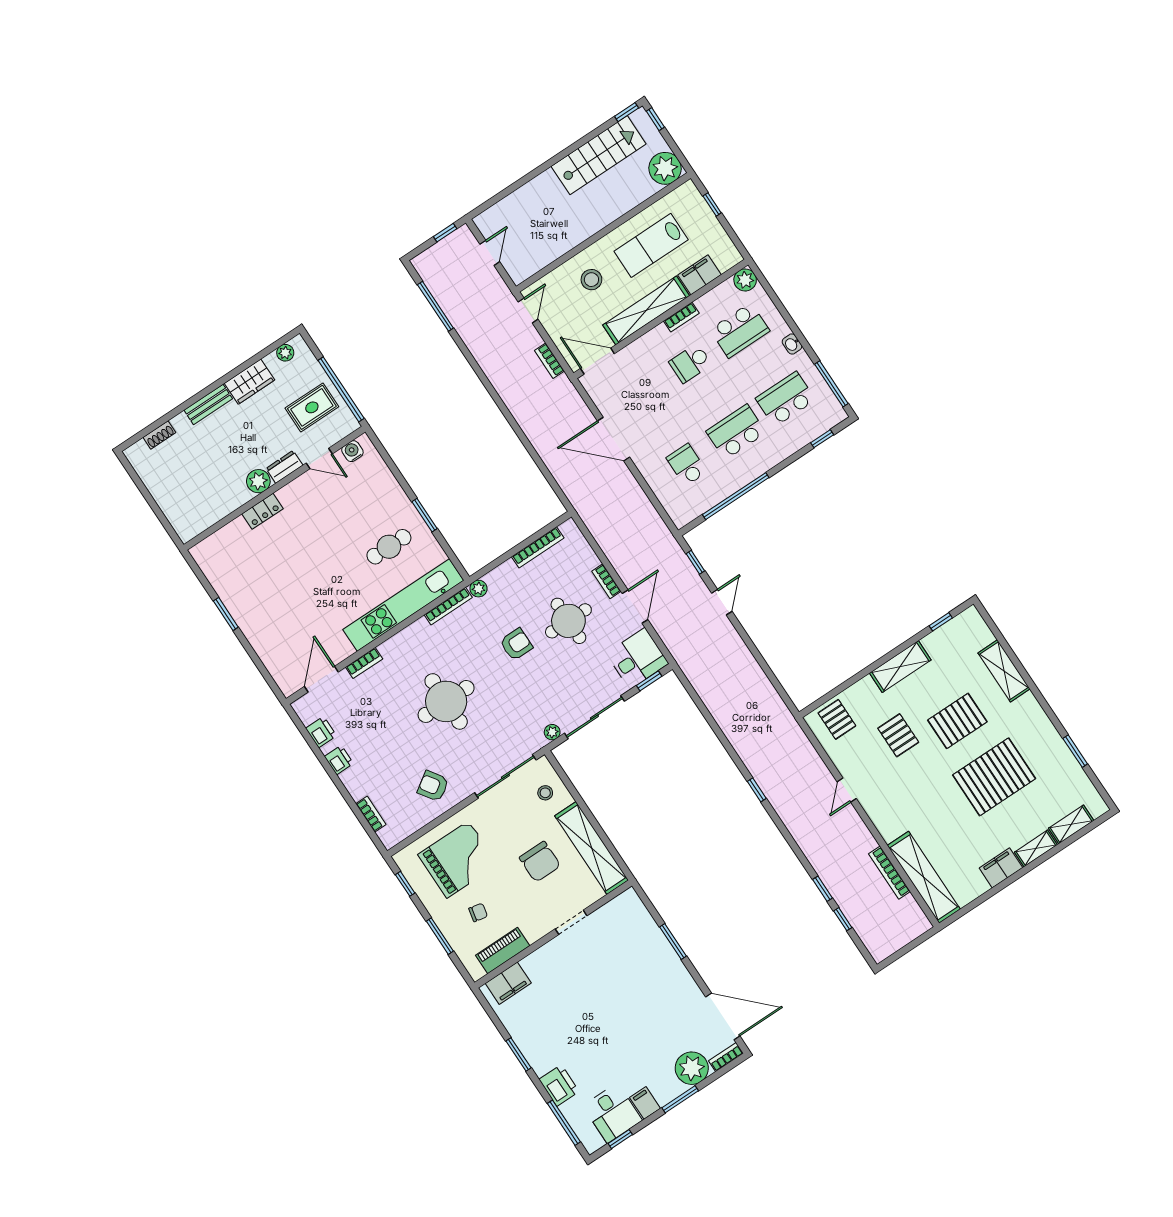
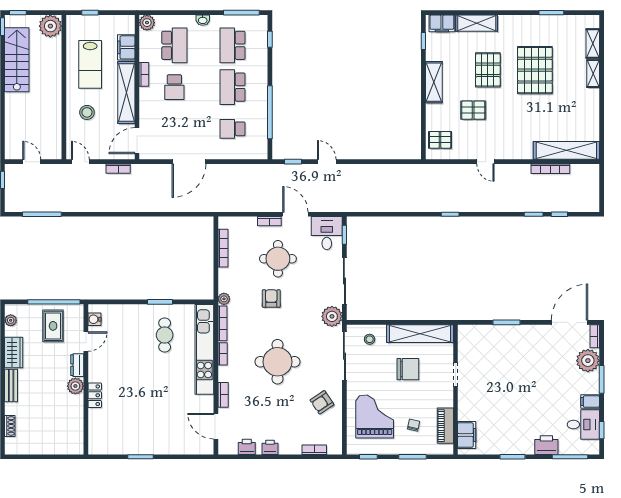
bookcase: (412, 630) -> (223, 354), added
plant: (552, 732) -> (332, 316), width x1.88, depth x1.88
filing cabinet: (1001, 868) -> (442, 23), moved, turned -90

